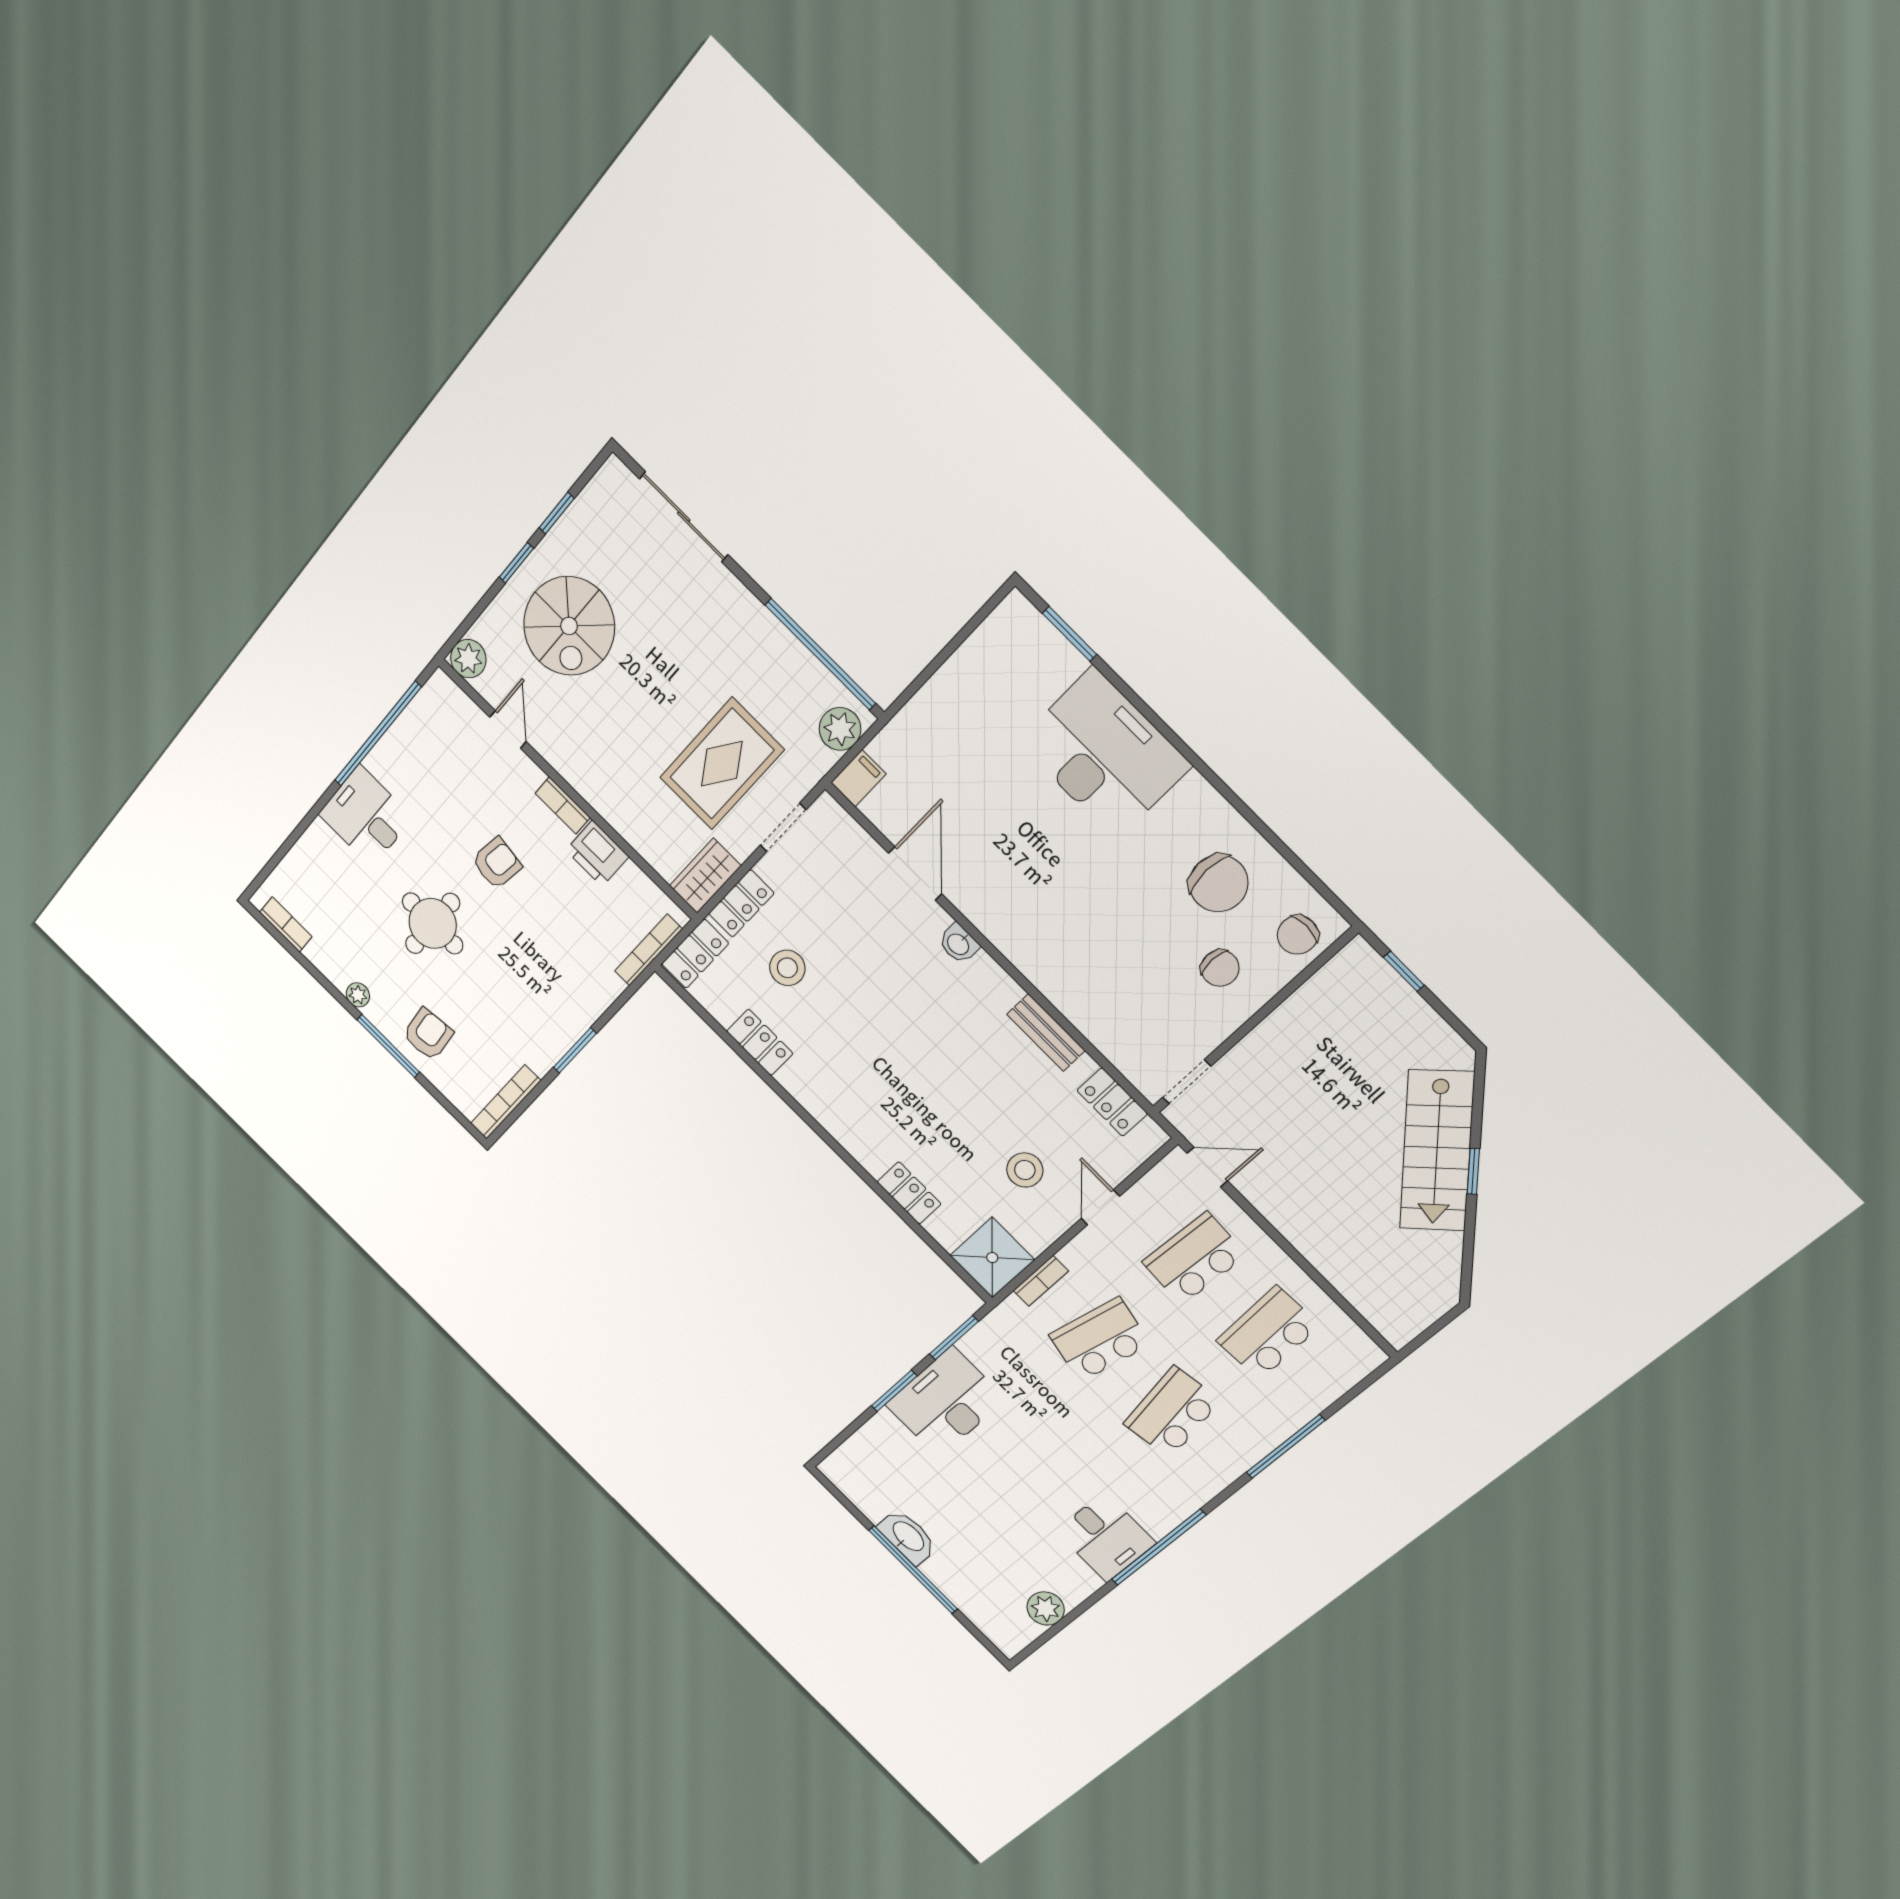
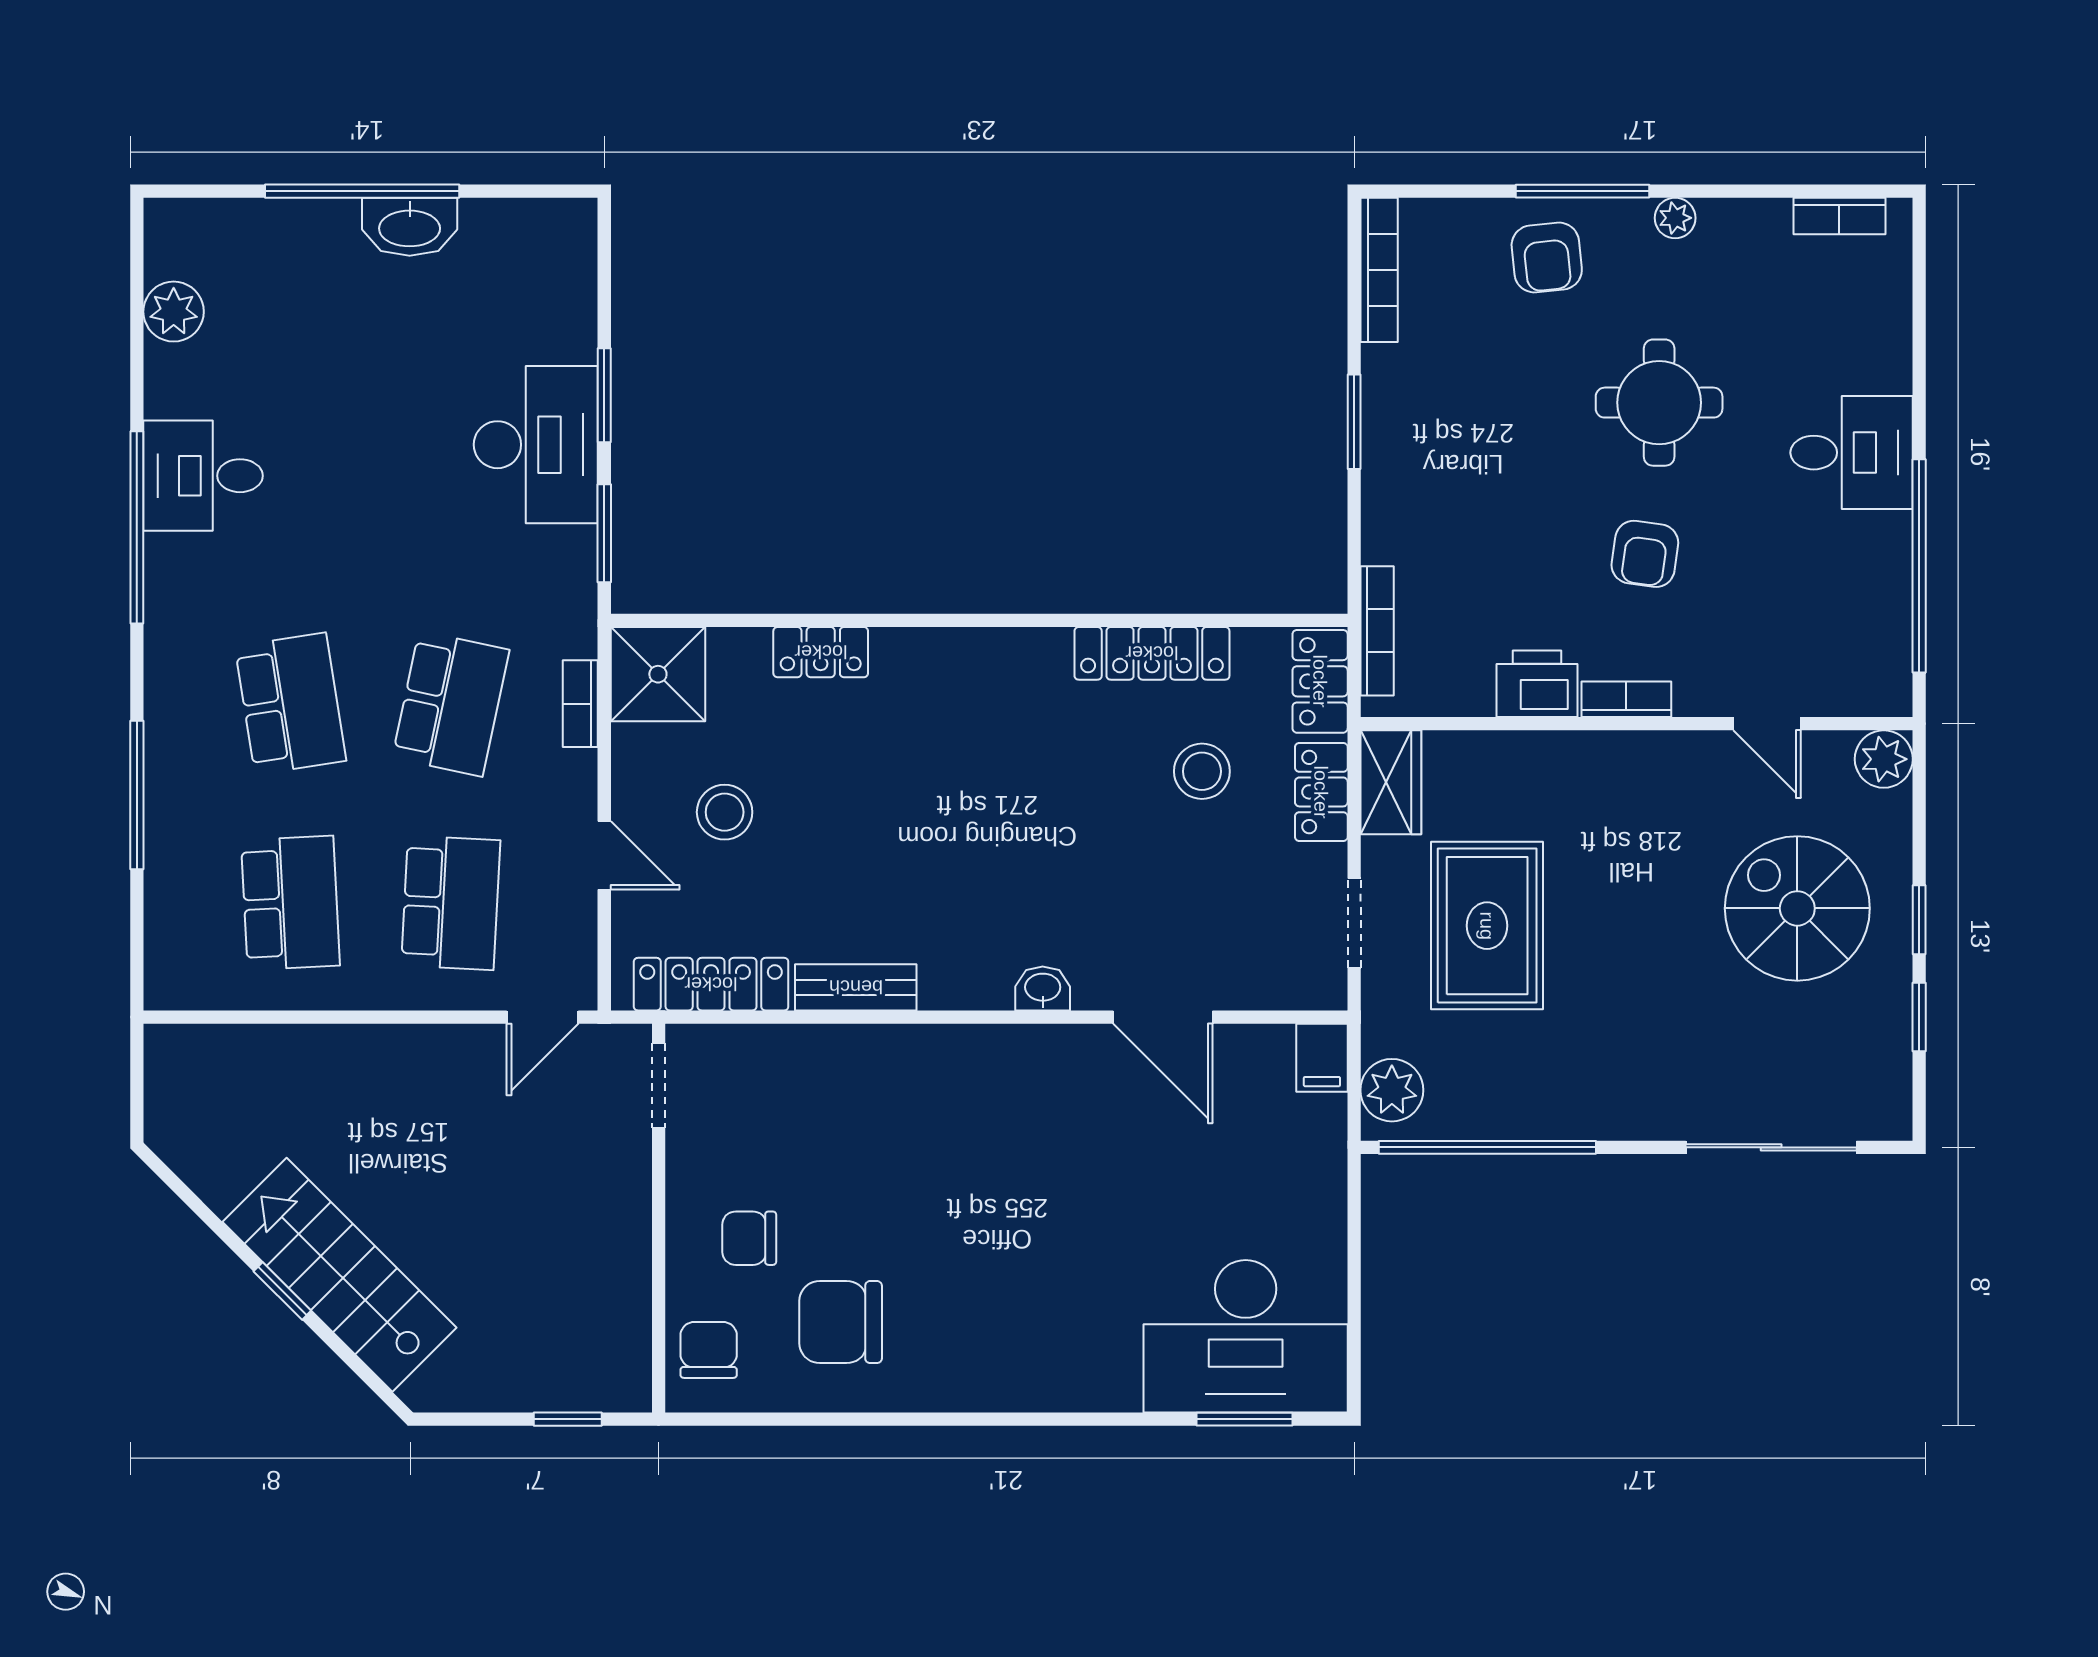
desk: (1104, 754) -> (1246, 1336), moved
locker: (760, 1042) -> (1152, 653), width x1.53
locker: (1112, 1102) -> (711, 984), width x1.53

